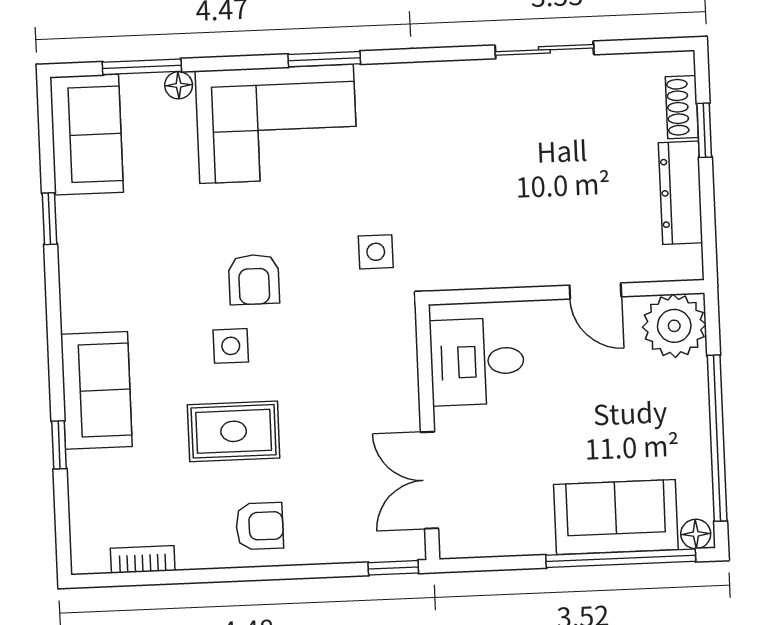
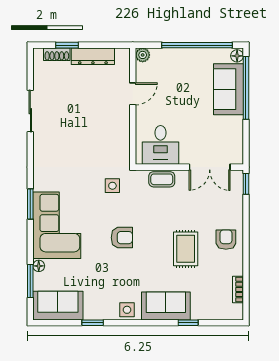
plant: (674, 326) -> (143, 55), width x0.53, depth x0.53
side table: (231, 346) -> (127, 310), moved
coffee table: (396, 368) -> (162, 179), added

